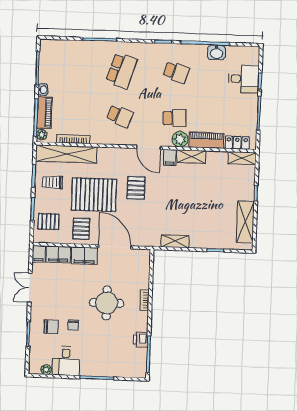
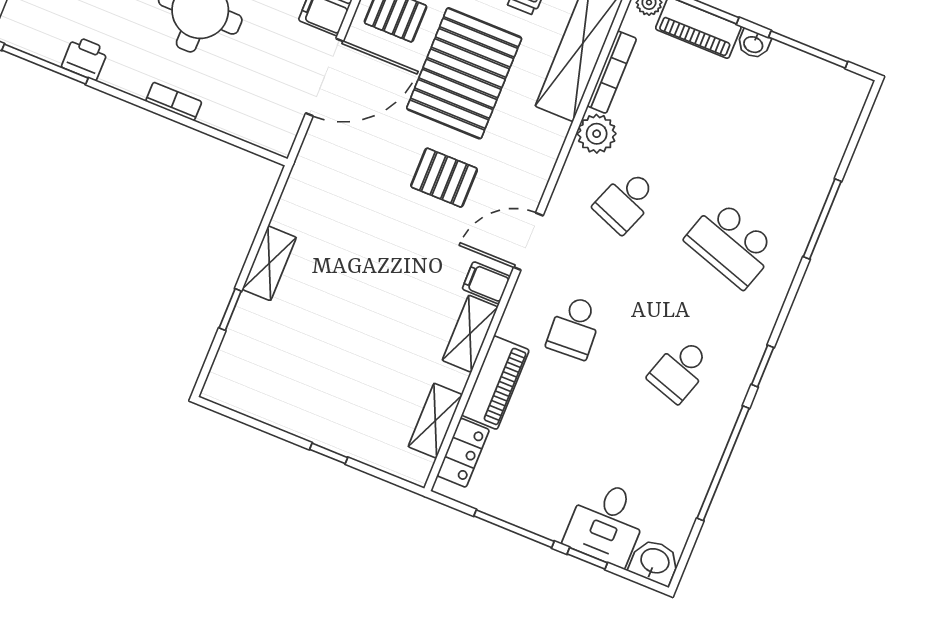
washbasin: (216, 52) -> (655, 562), moved, turned 90
plant: (180, 139) -> (597, 134), moved
shelving: (242, 158) -> (435, 421), moved
shelving: (245, 222) -> (271, 404), removed
shelving: (175, 241) -> (269, 263), moved

